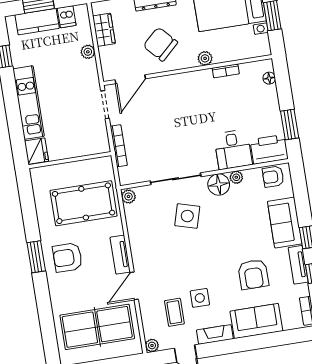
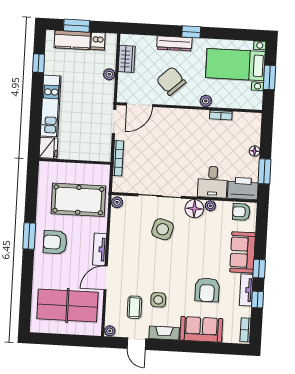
floor lamp: (269, 78) -> (255, 151), moved

